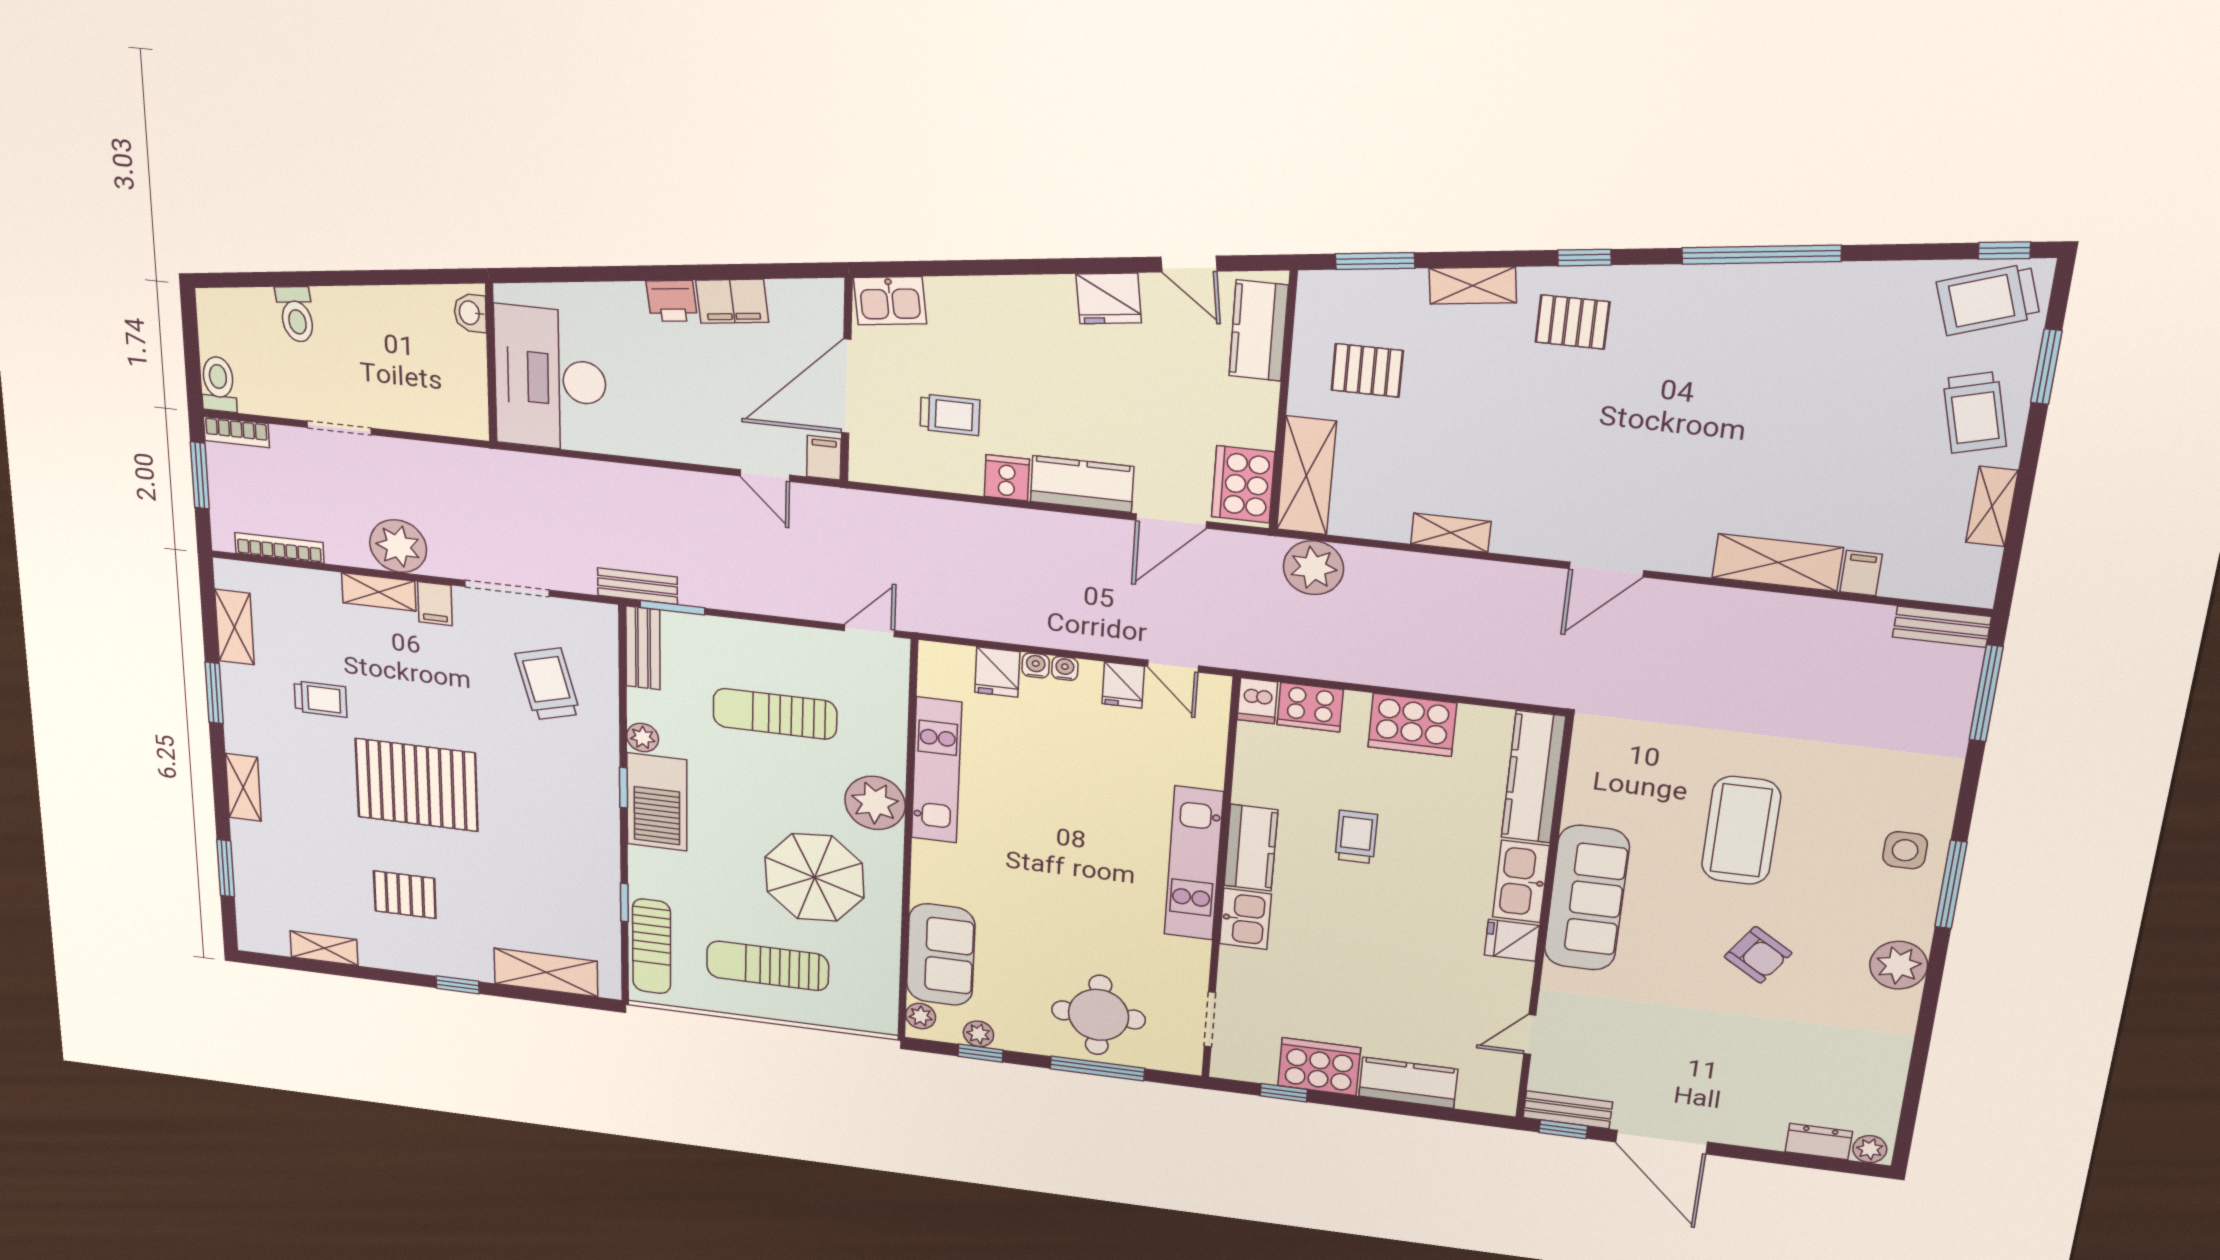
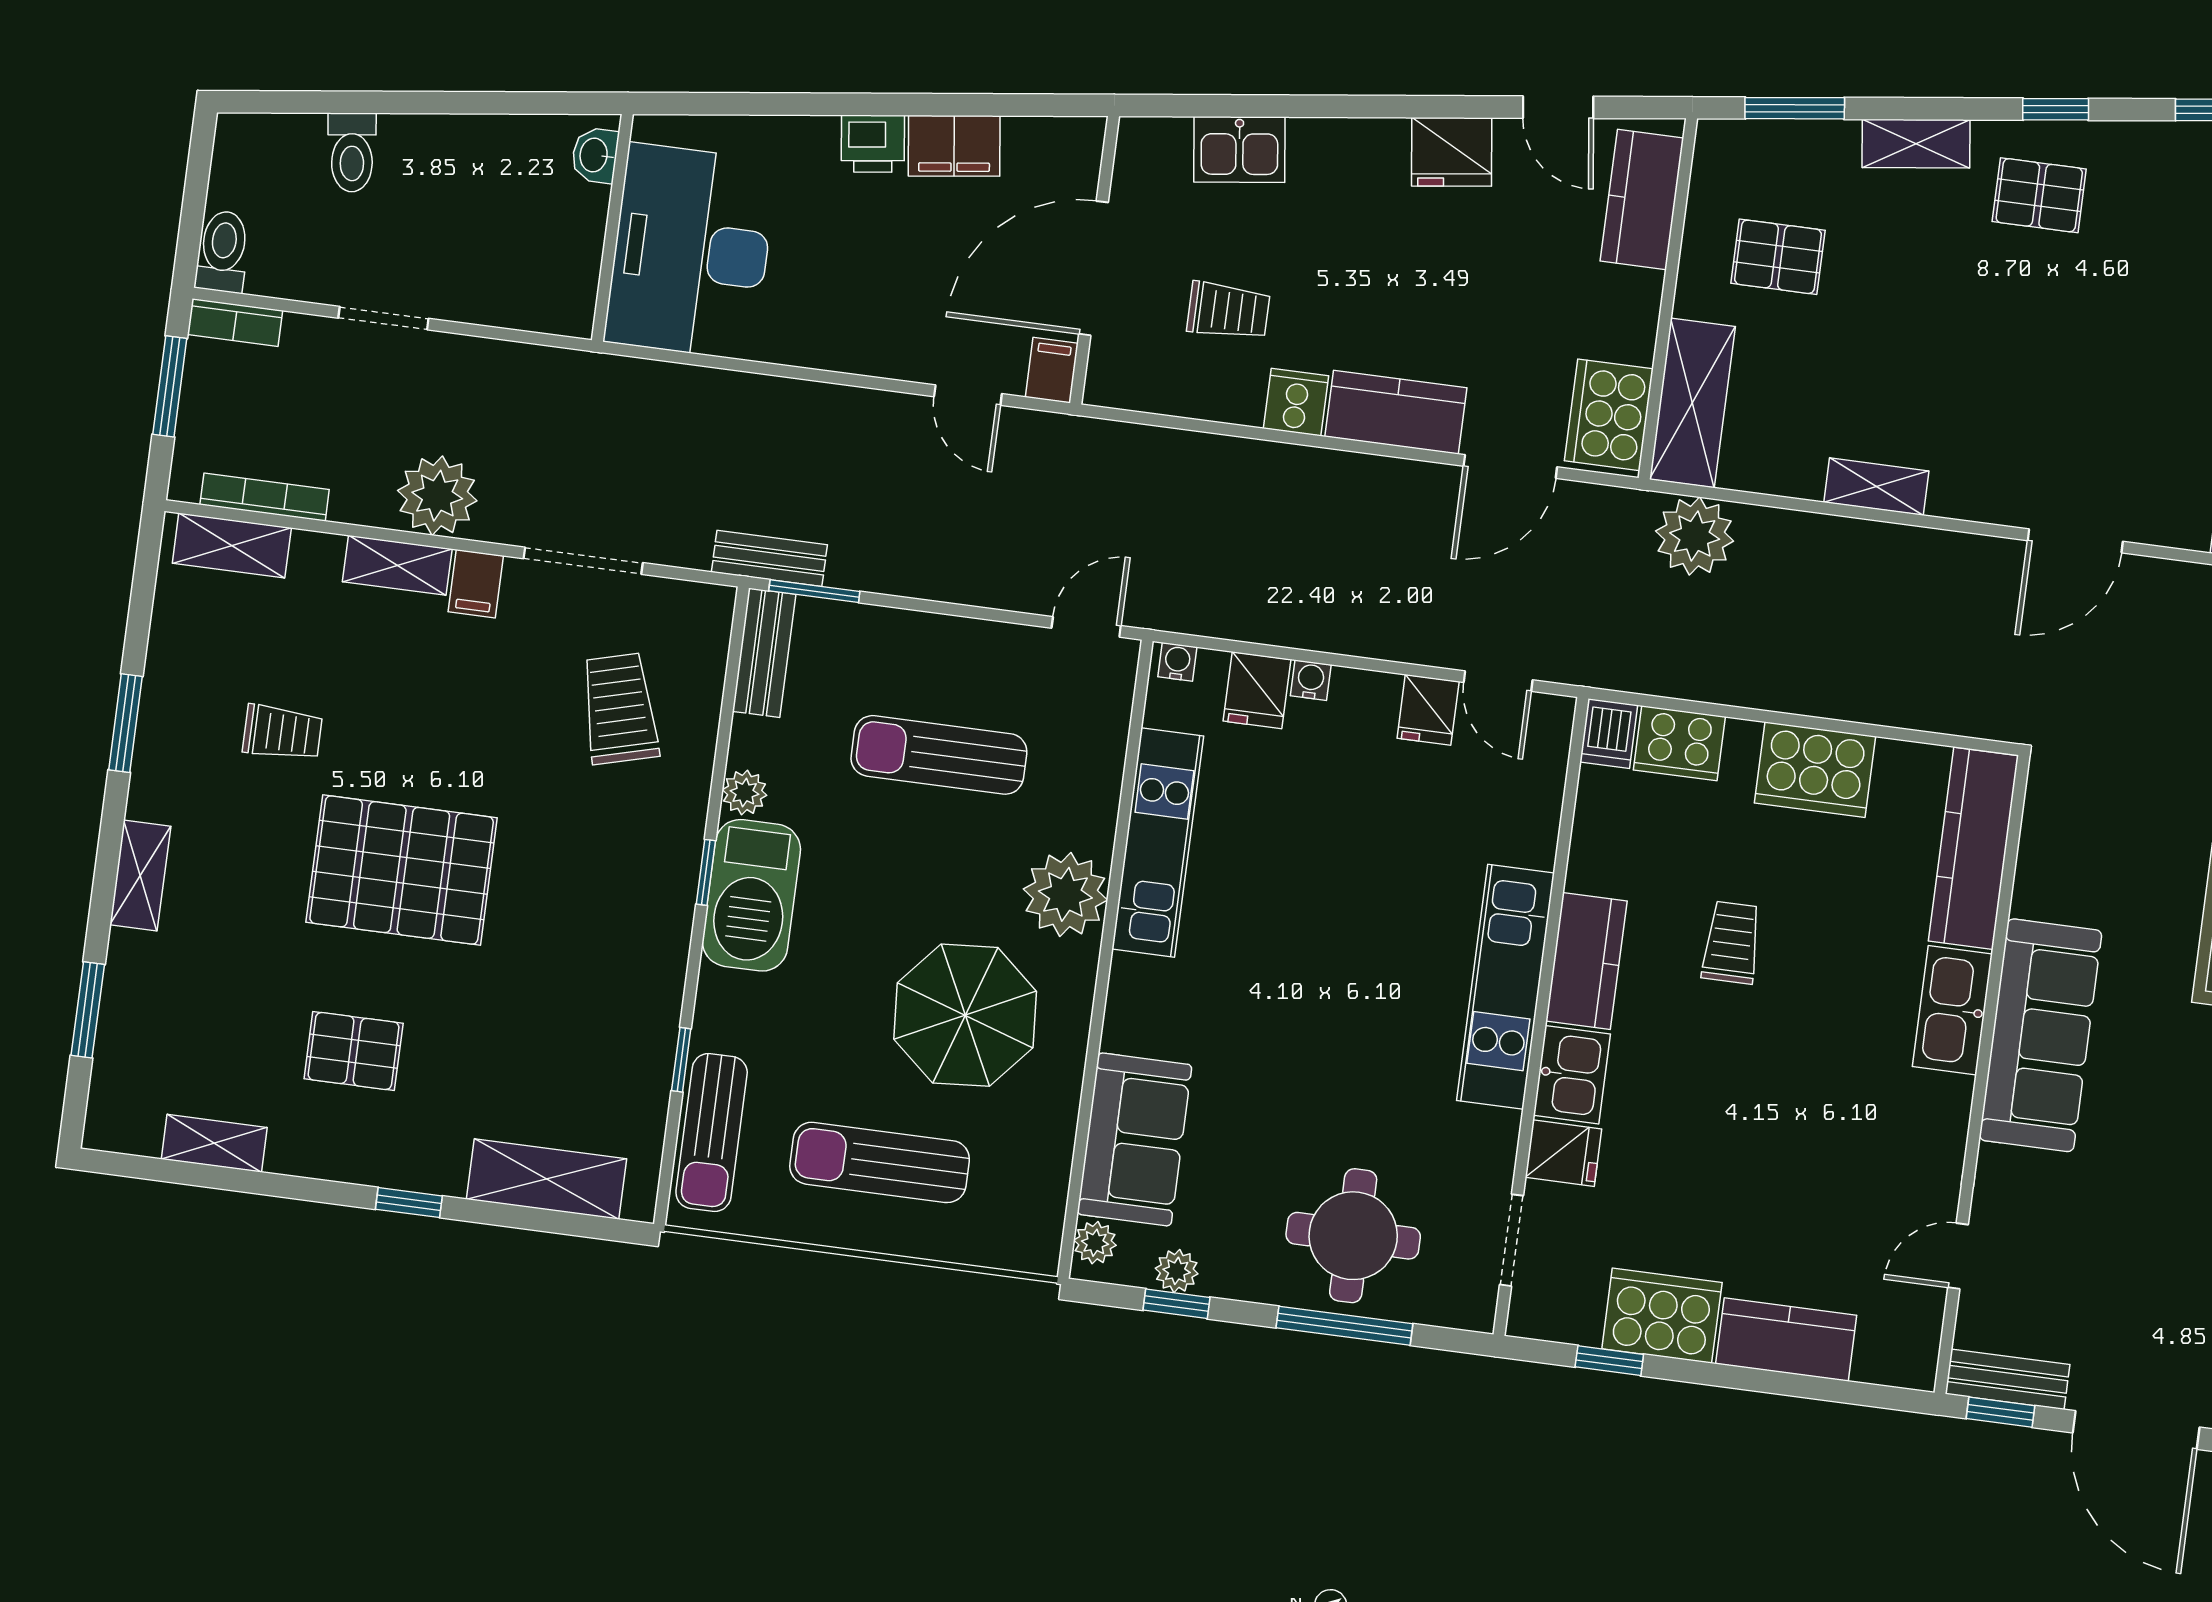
kitchen sink: (890, 301) -> (1239, 150), moved
shelving: (234, 627) -> (232, 546), moved, turned 90
water cooler: (1065, 668) -> (1177, 662), moved
fridge: (1512, 940) -> (1563, 1153), moved, turned 180

